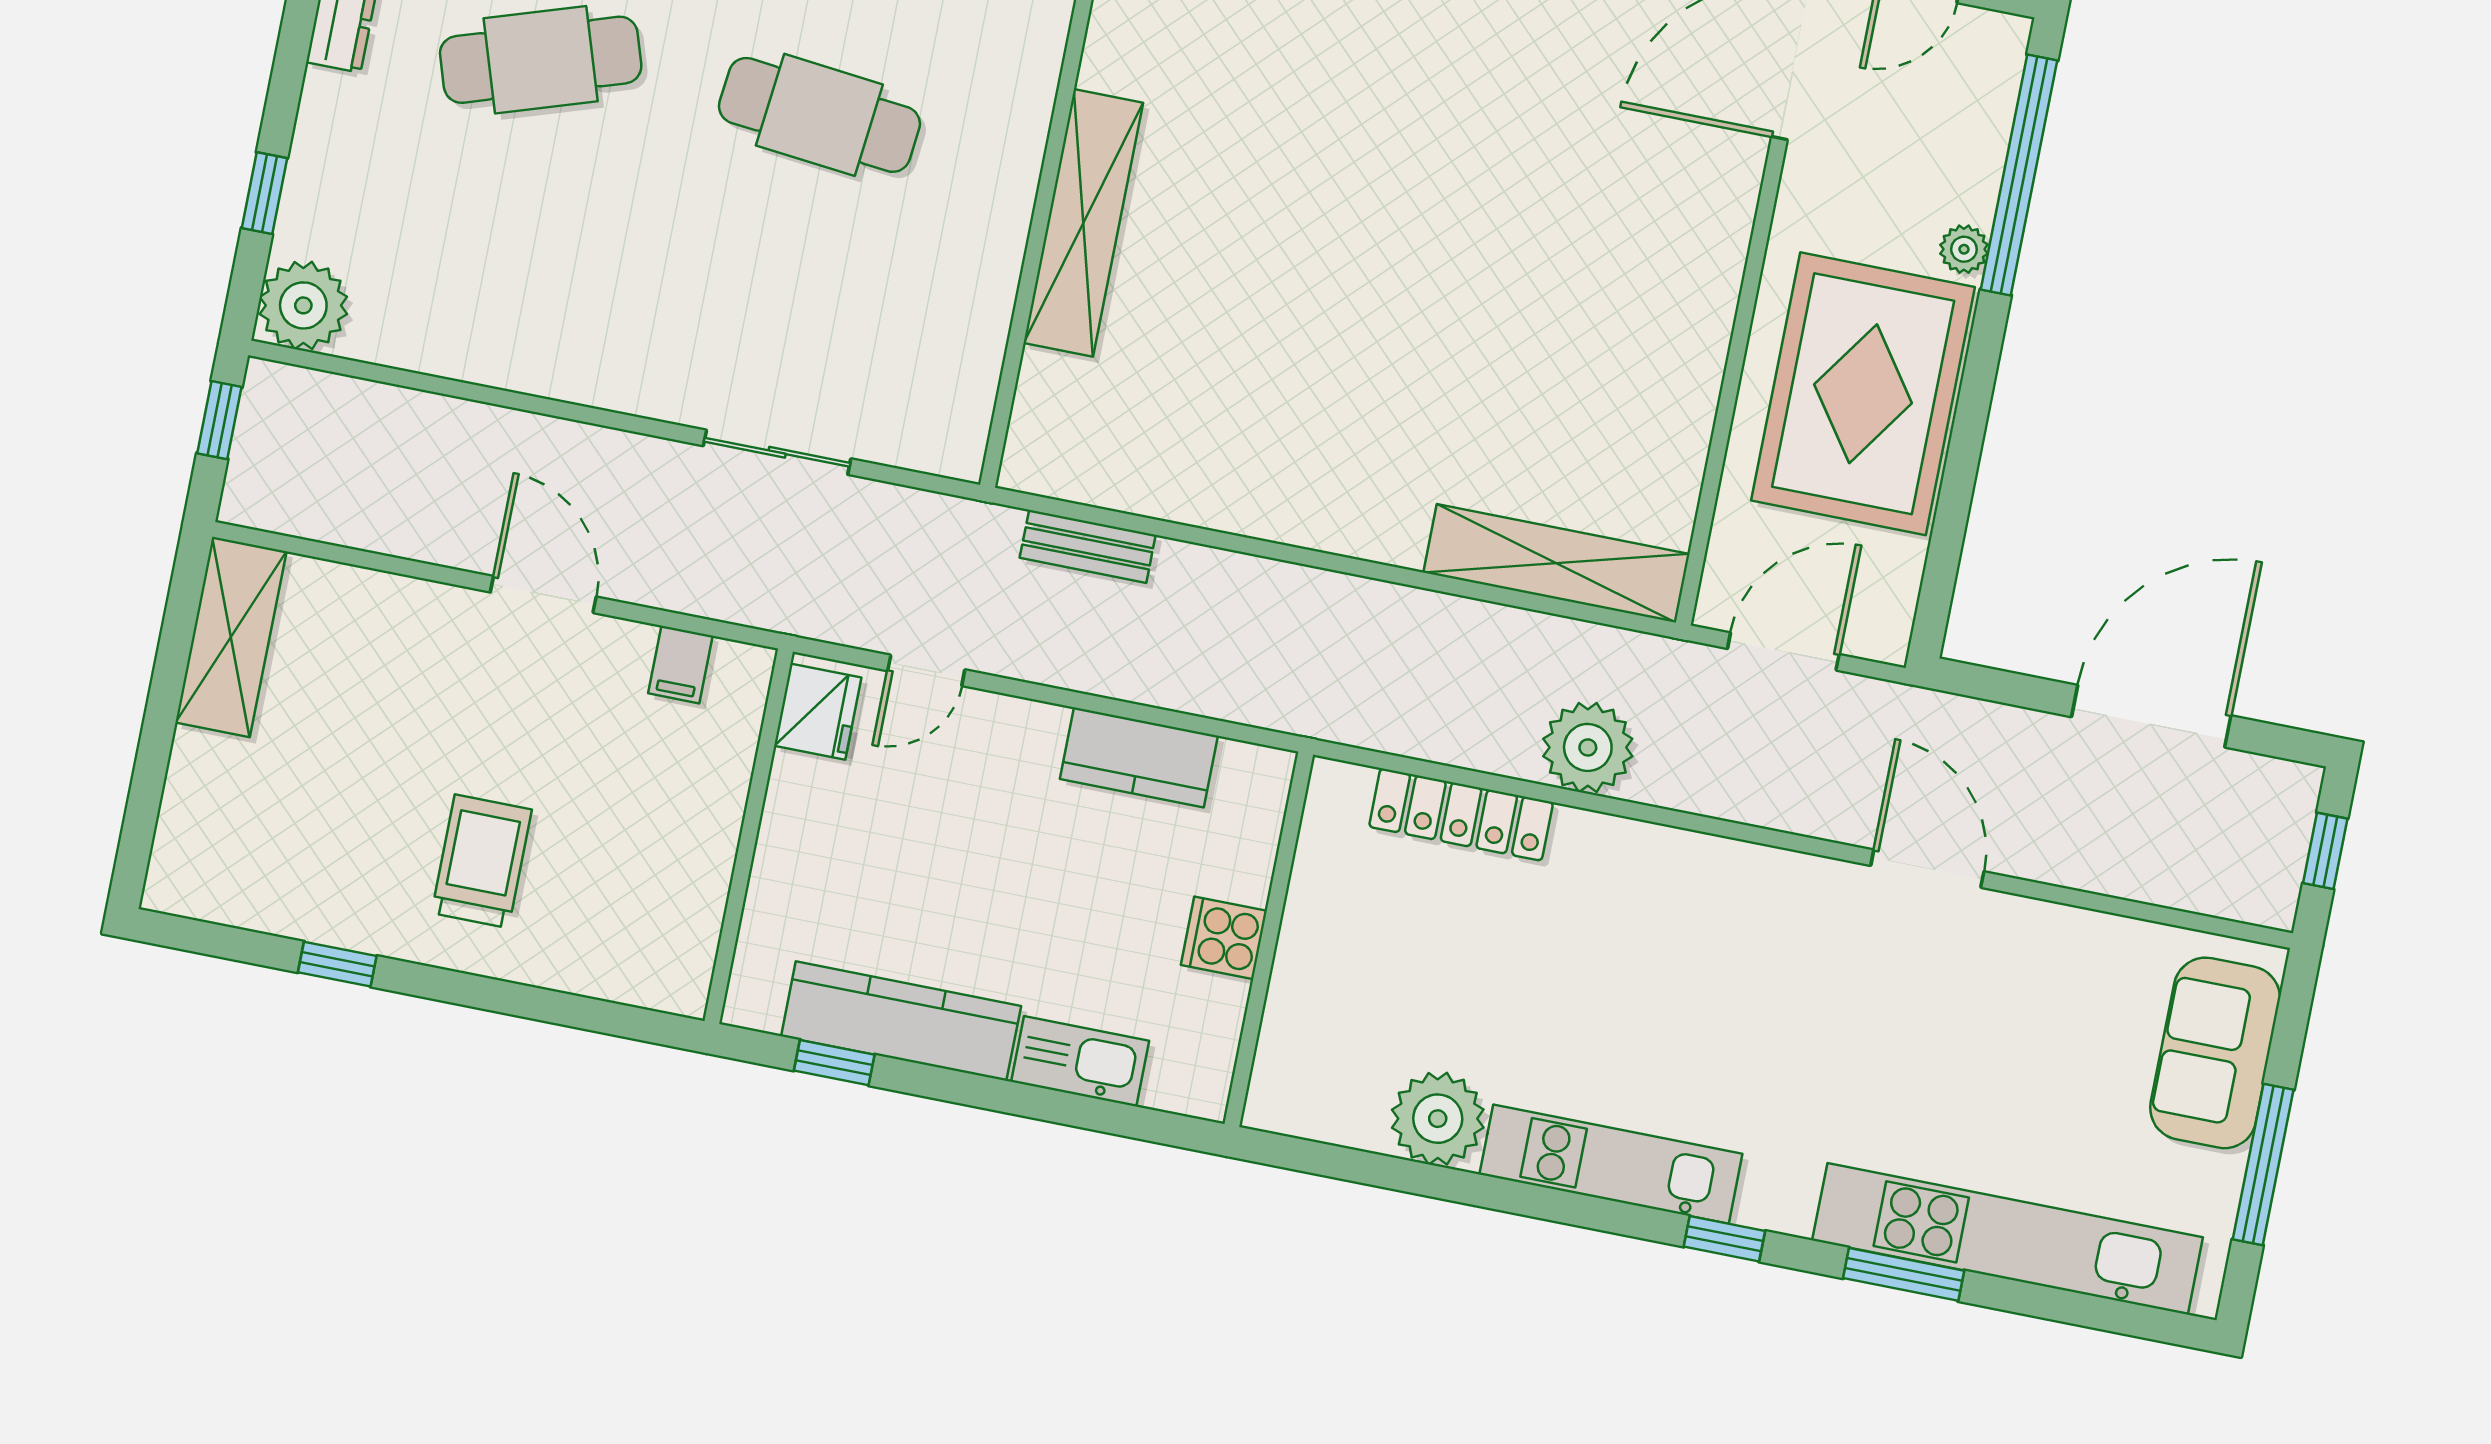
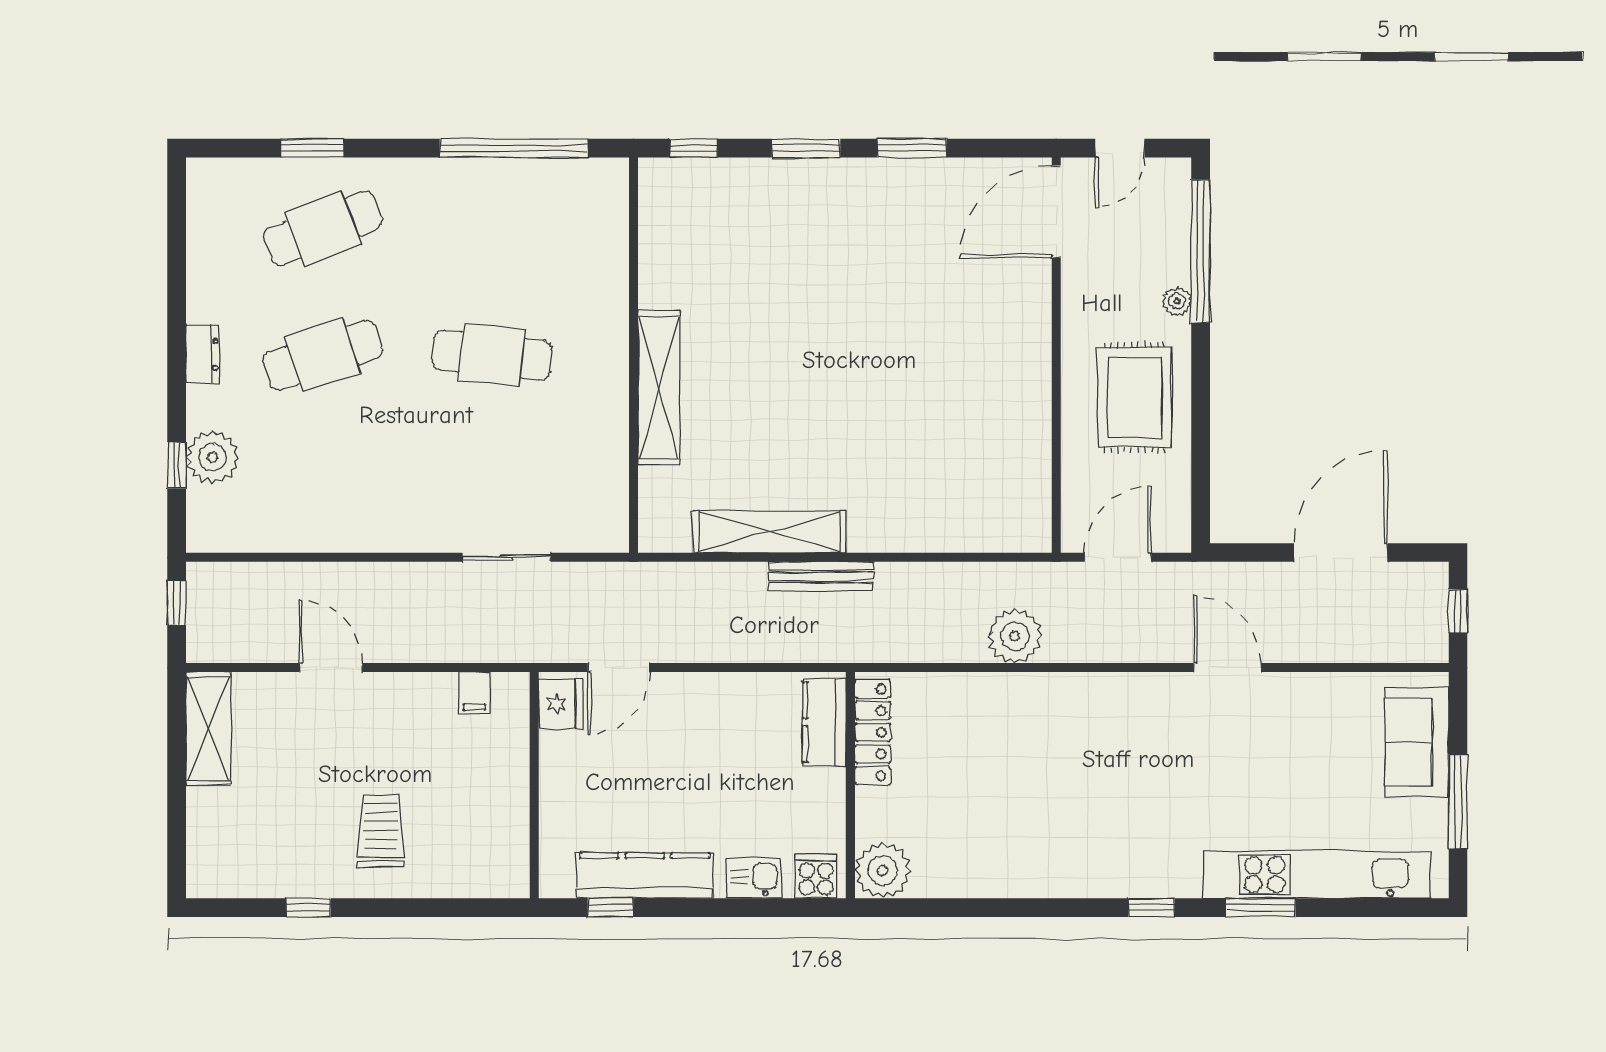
plant: (303, 305) -> (212, 457), moved
rug: (1863, 394) -> (1135, 397), width x0.73, depth x0.69
bench: (1088, 546) -> (821, 576), moved, width x1.36
shelving: (1556, 563) -> (769, 532), moved
door: (543, 595) -> (331, 668), moved
door: (926, 670) -> (619, 668), width x1.38
kitchen counter: (1139, 757) -> (824, 722), moved, turned 90
locker: (1461, 814) -> (873, 732), moved, turned -90
cooker: (1224, 938) -> (816, 876), moved, turned 90
kitchen sink: (1080, 1061) -> (754, 878), width x0.73
plant: (1438, 1119) -> (883, 870), moved
kitchen unit: (1611, 1164) -> (1076, 877), removed

